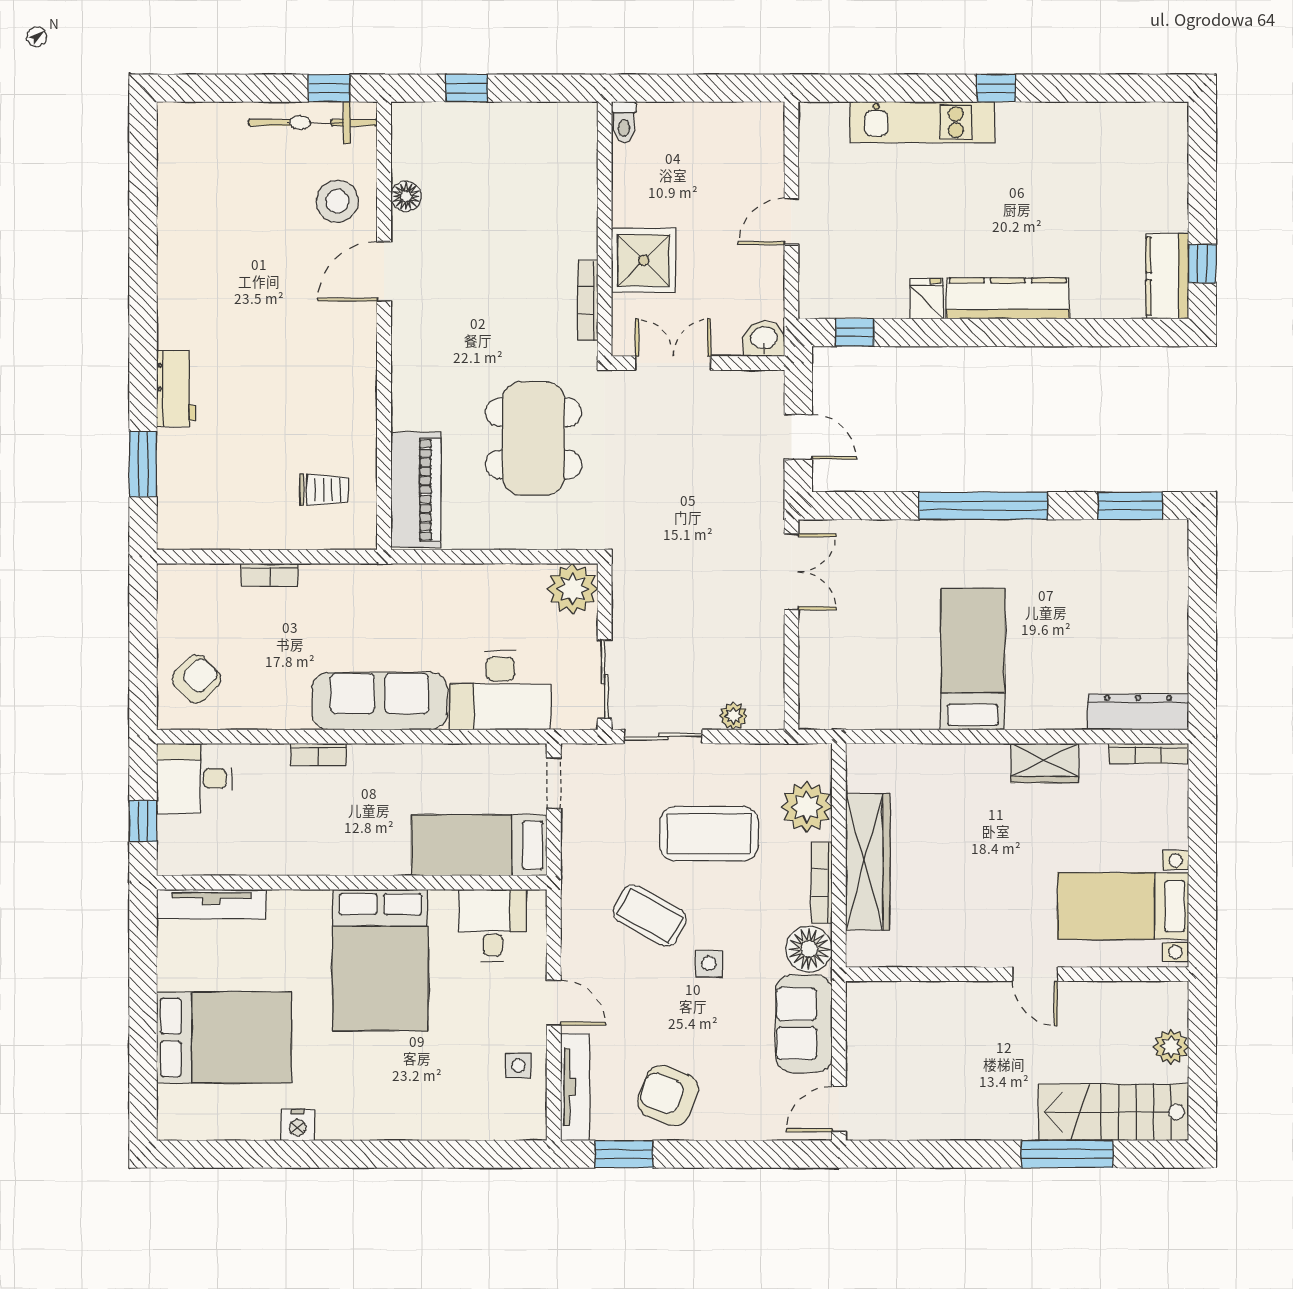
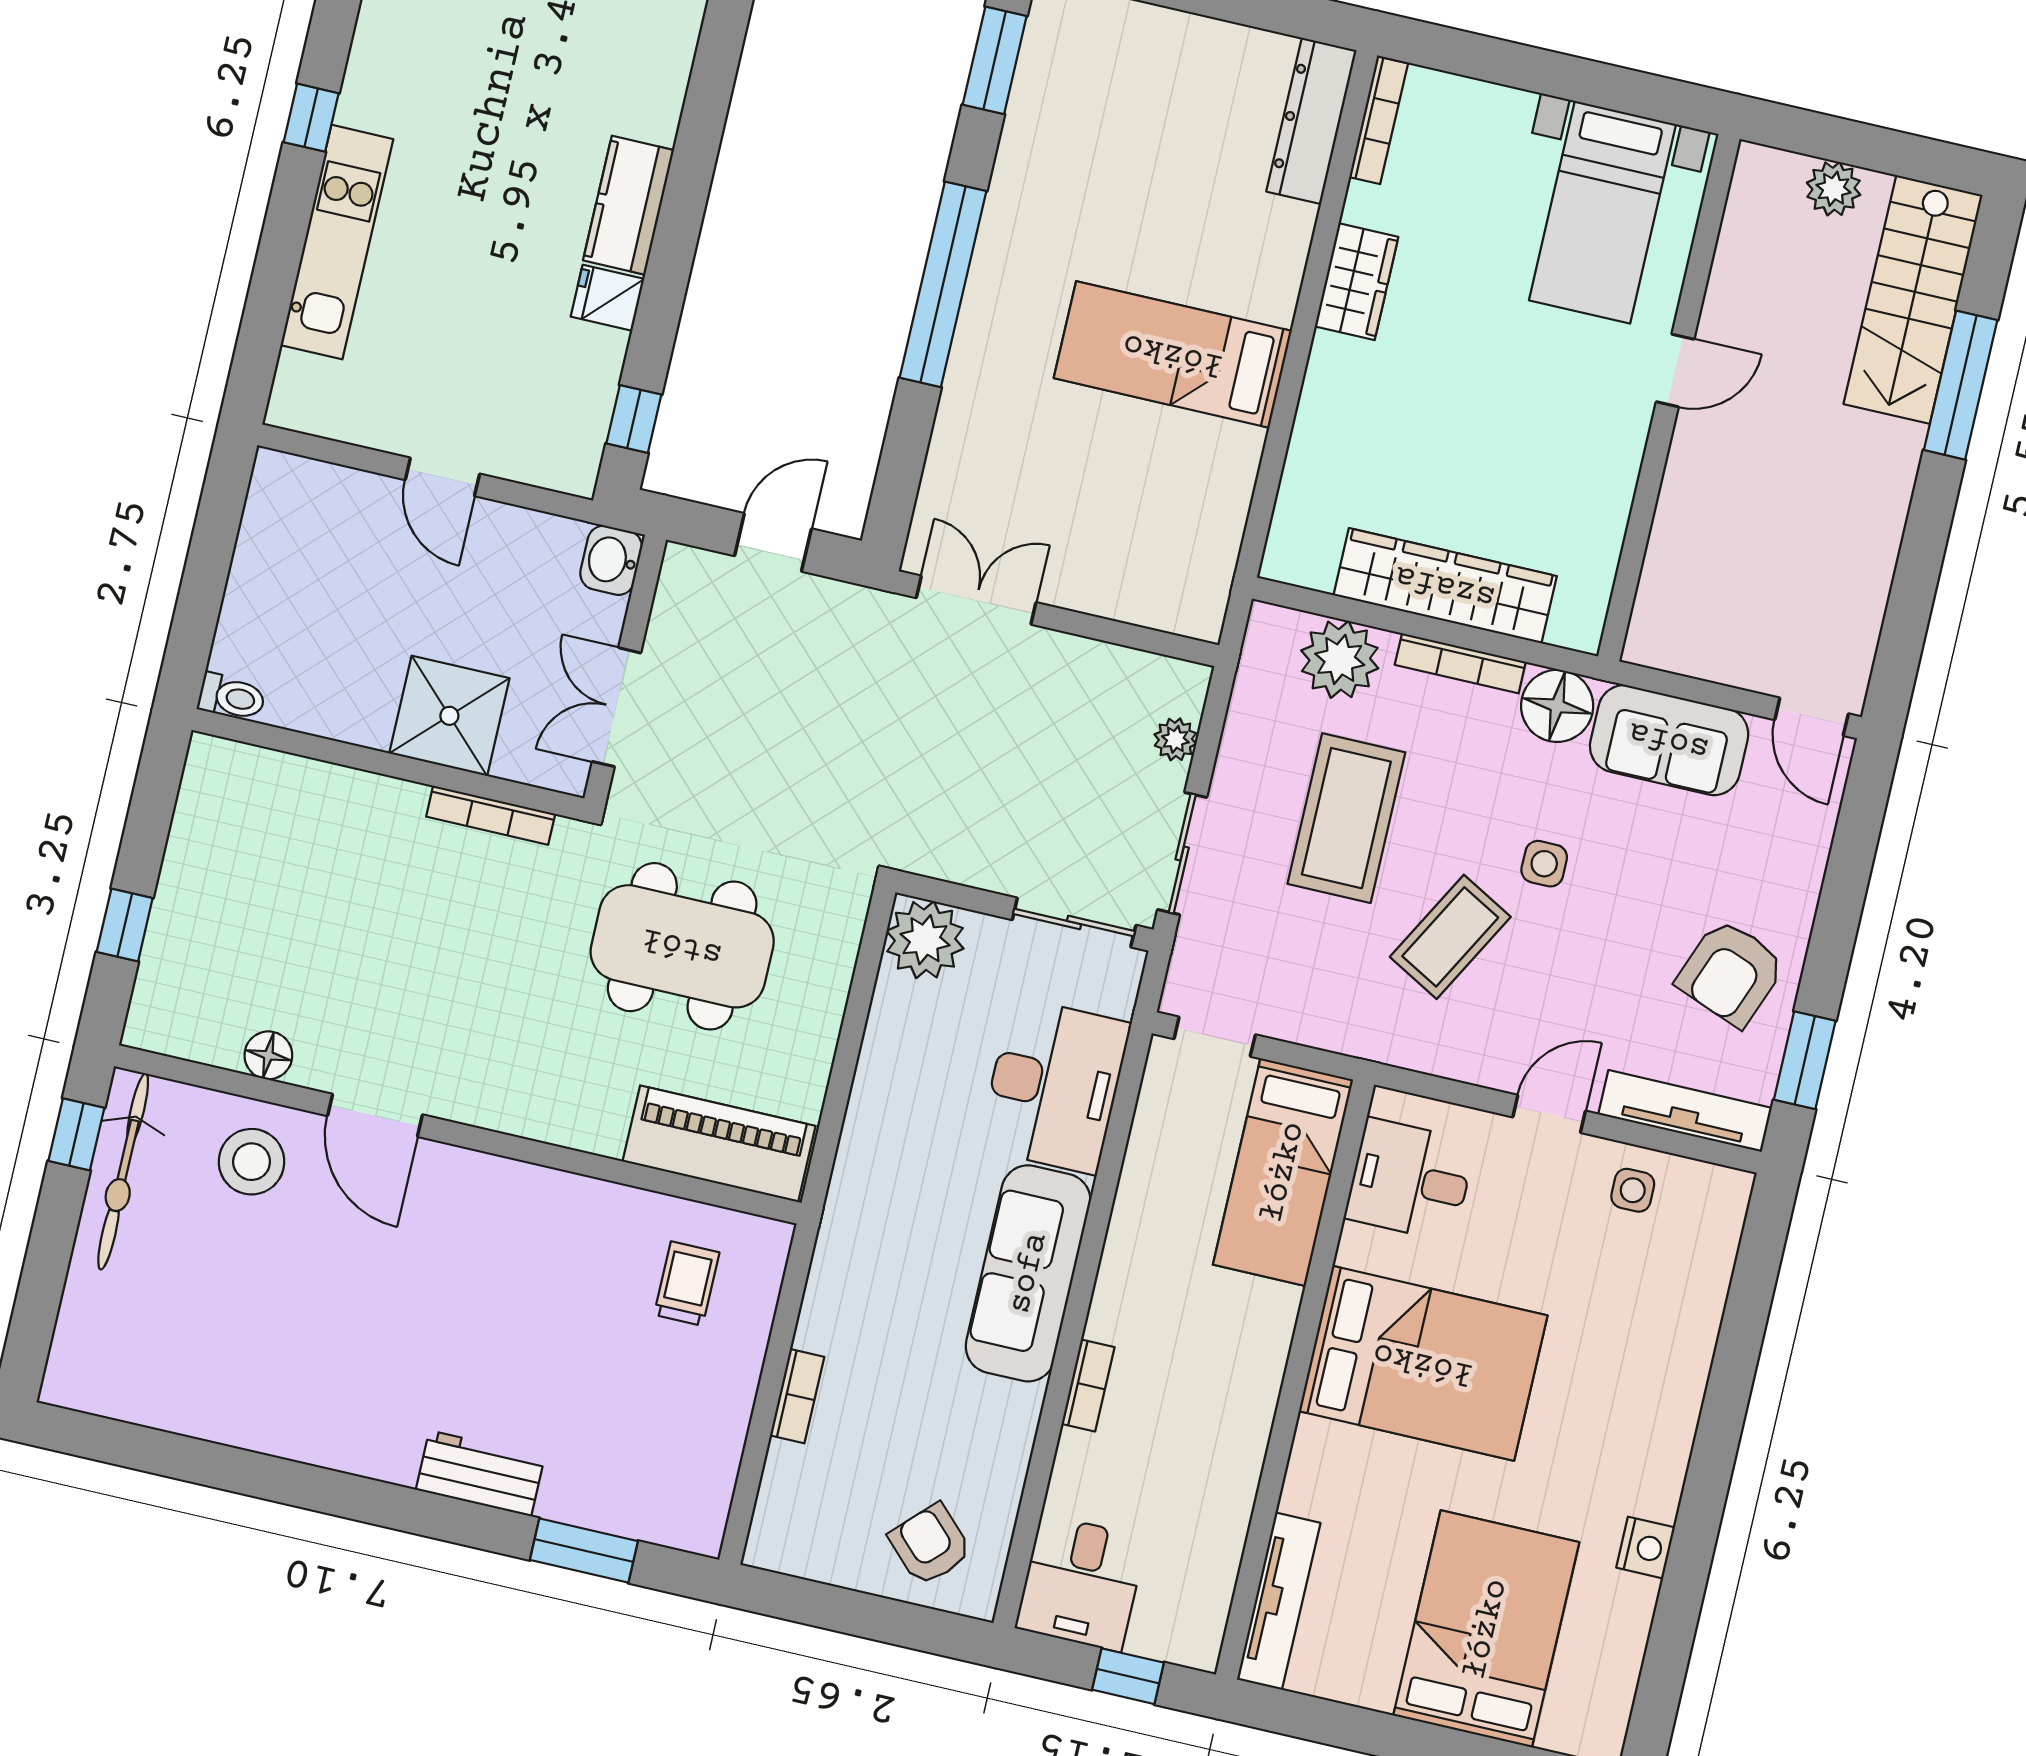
kitchen counter: (1008, 299) -> (629, 205), width x0.67

